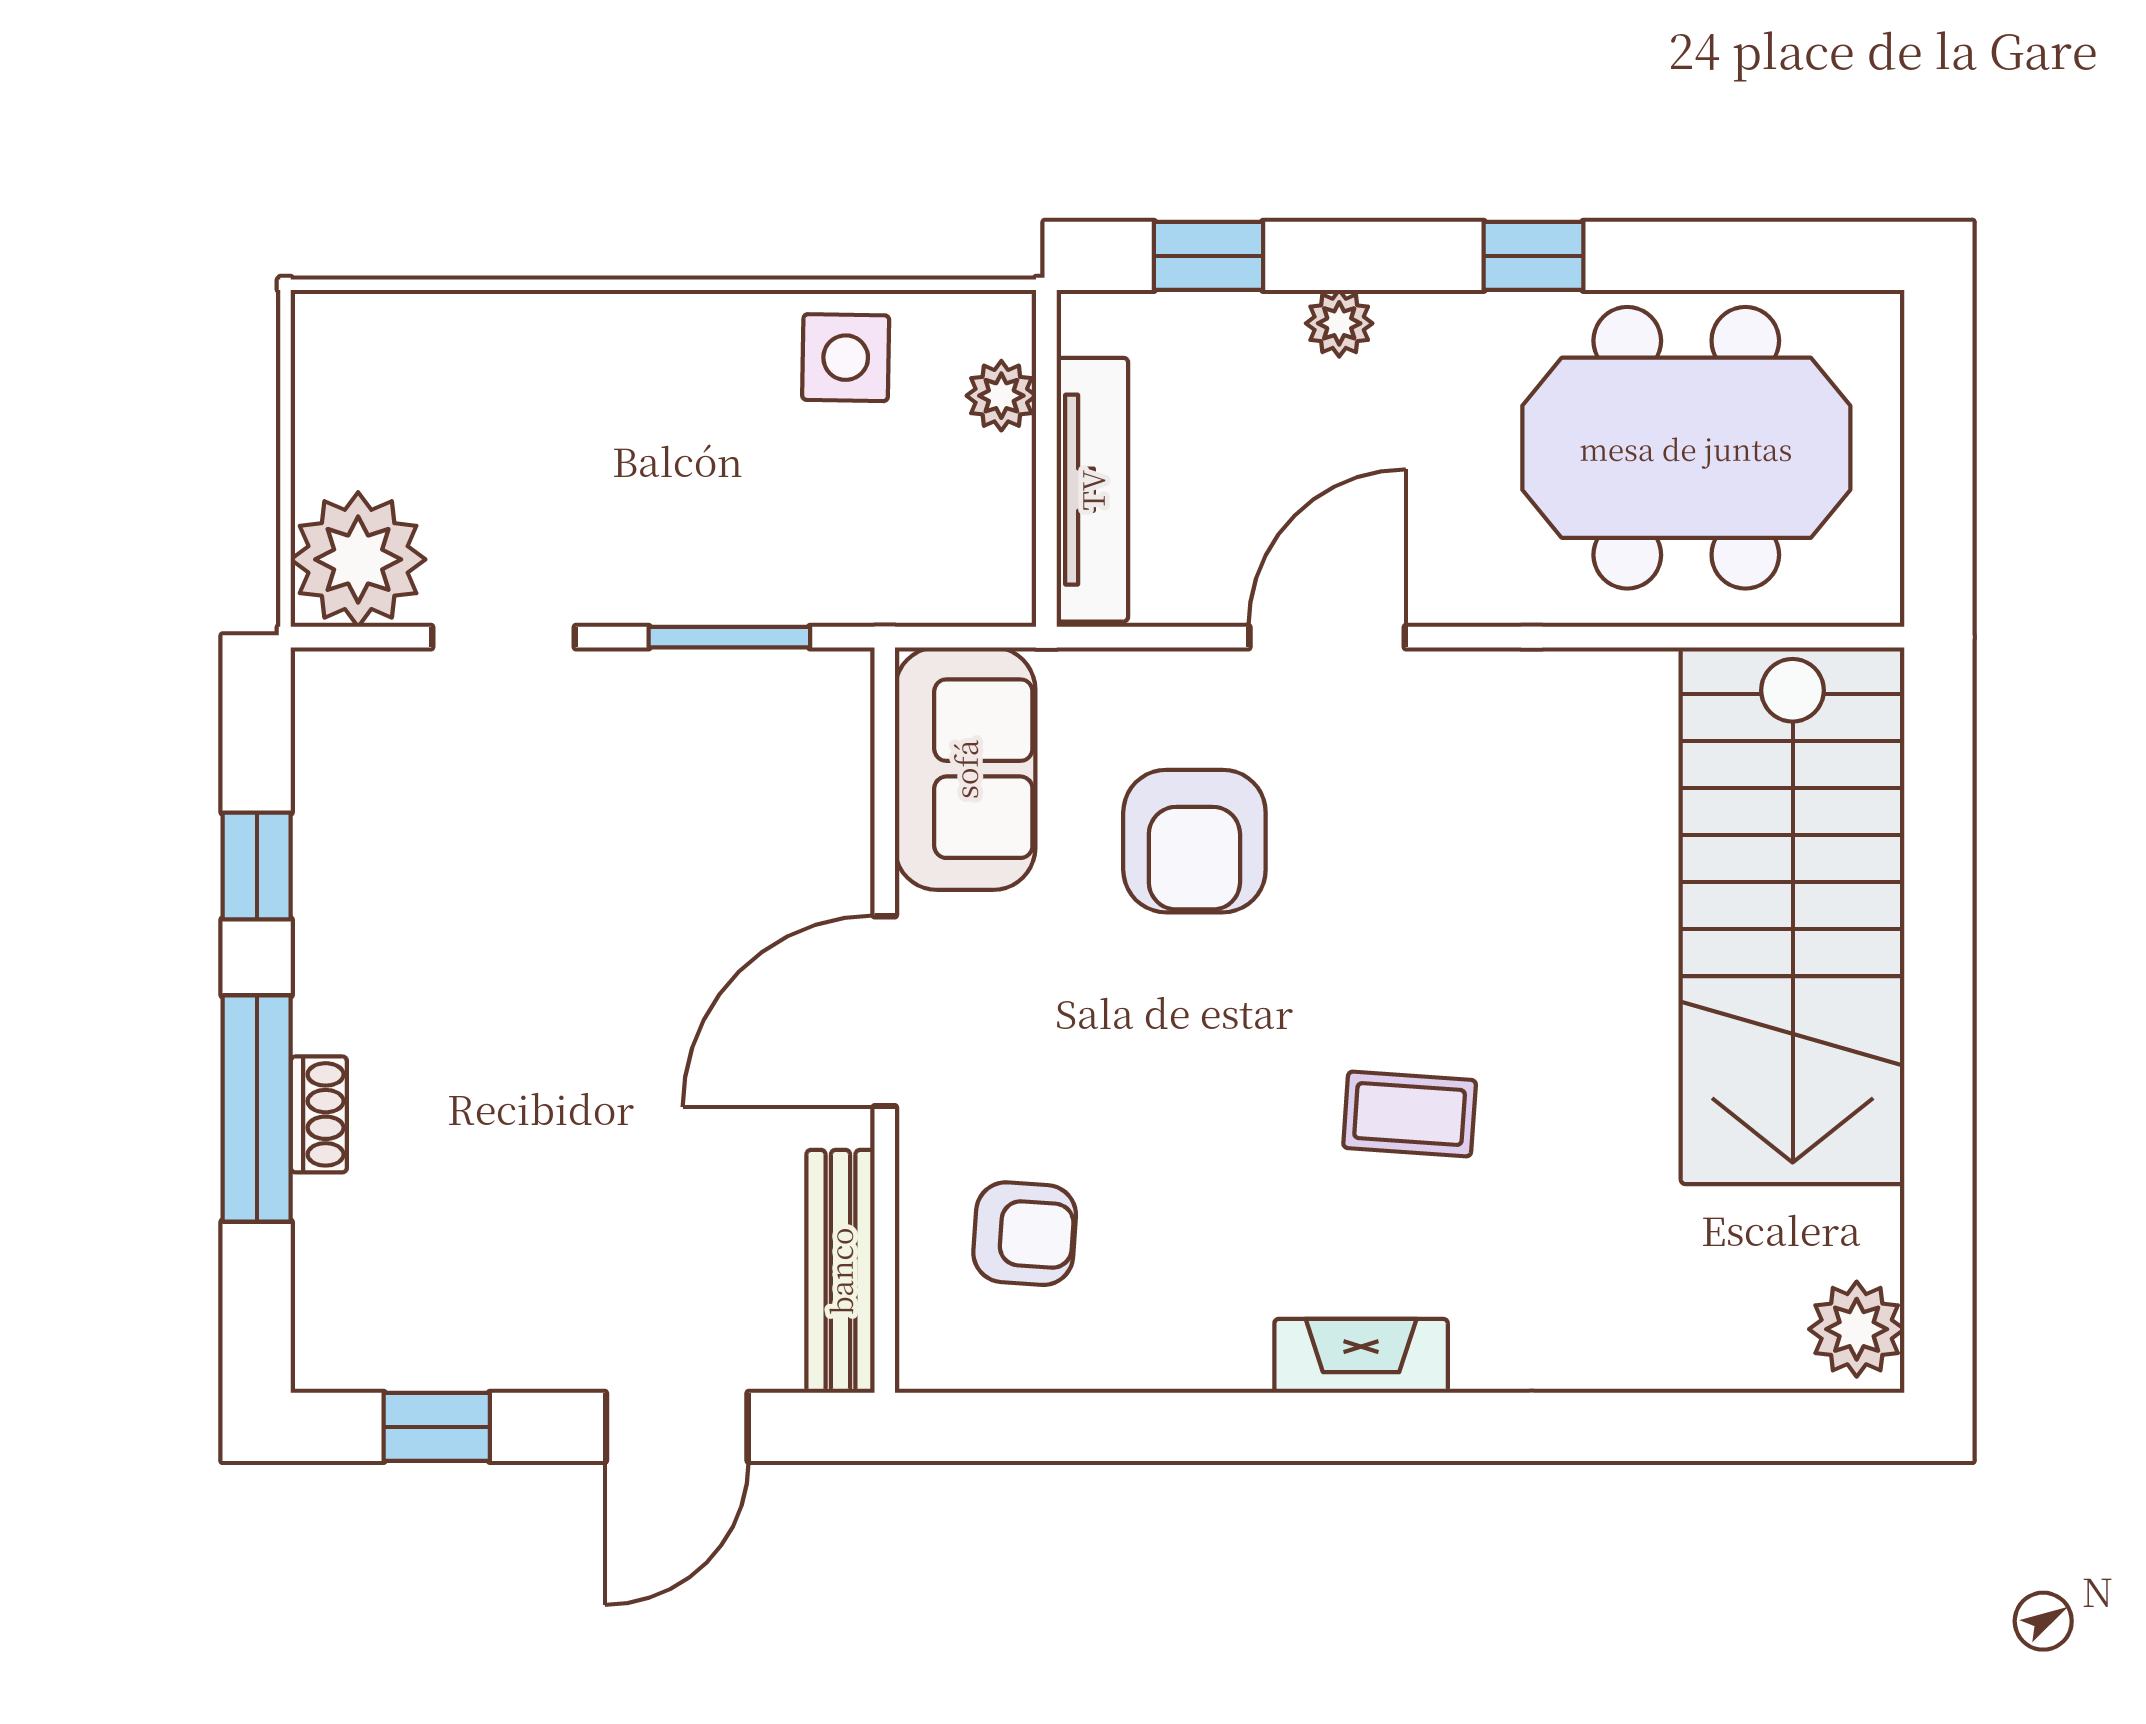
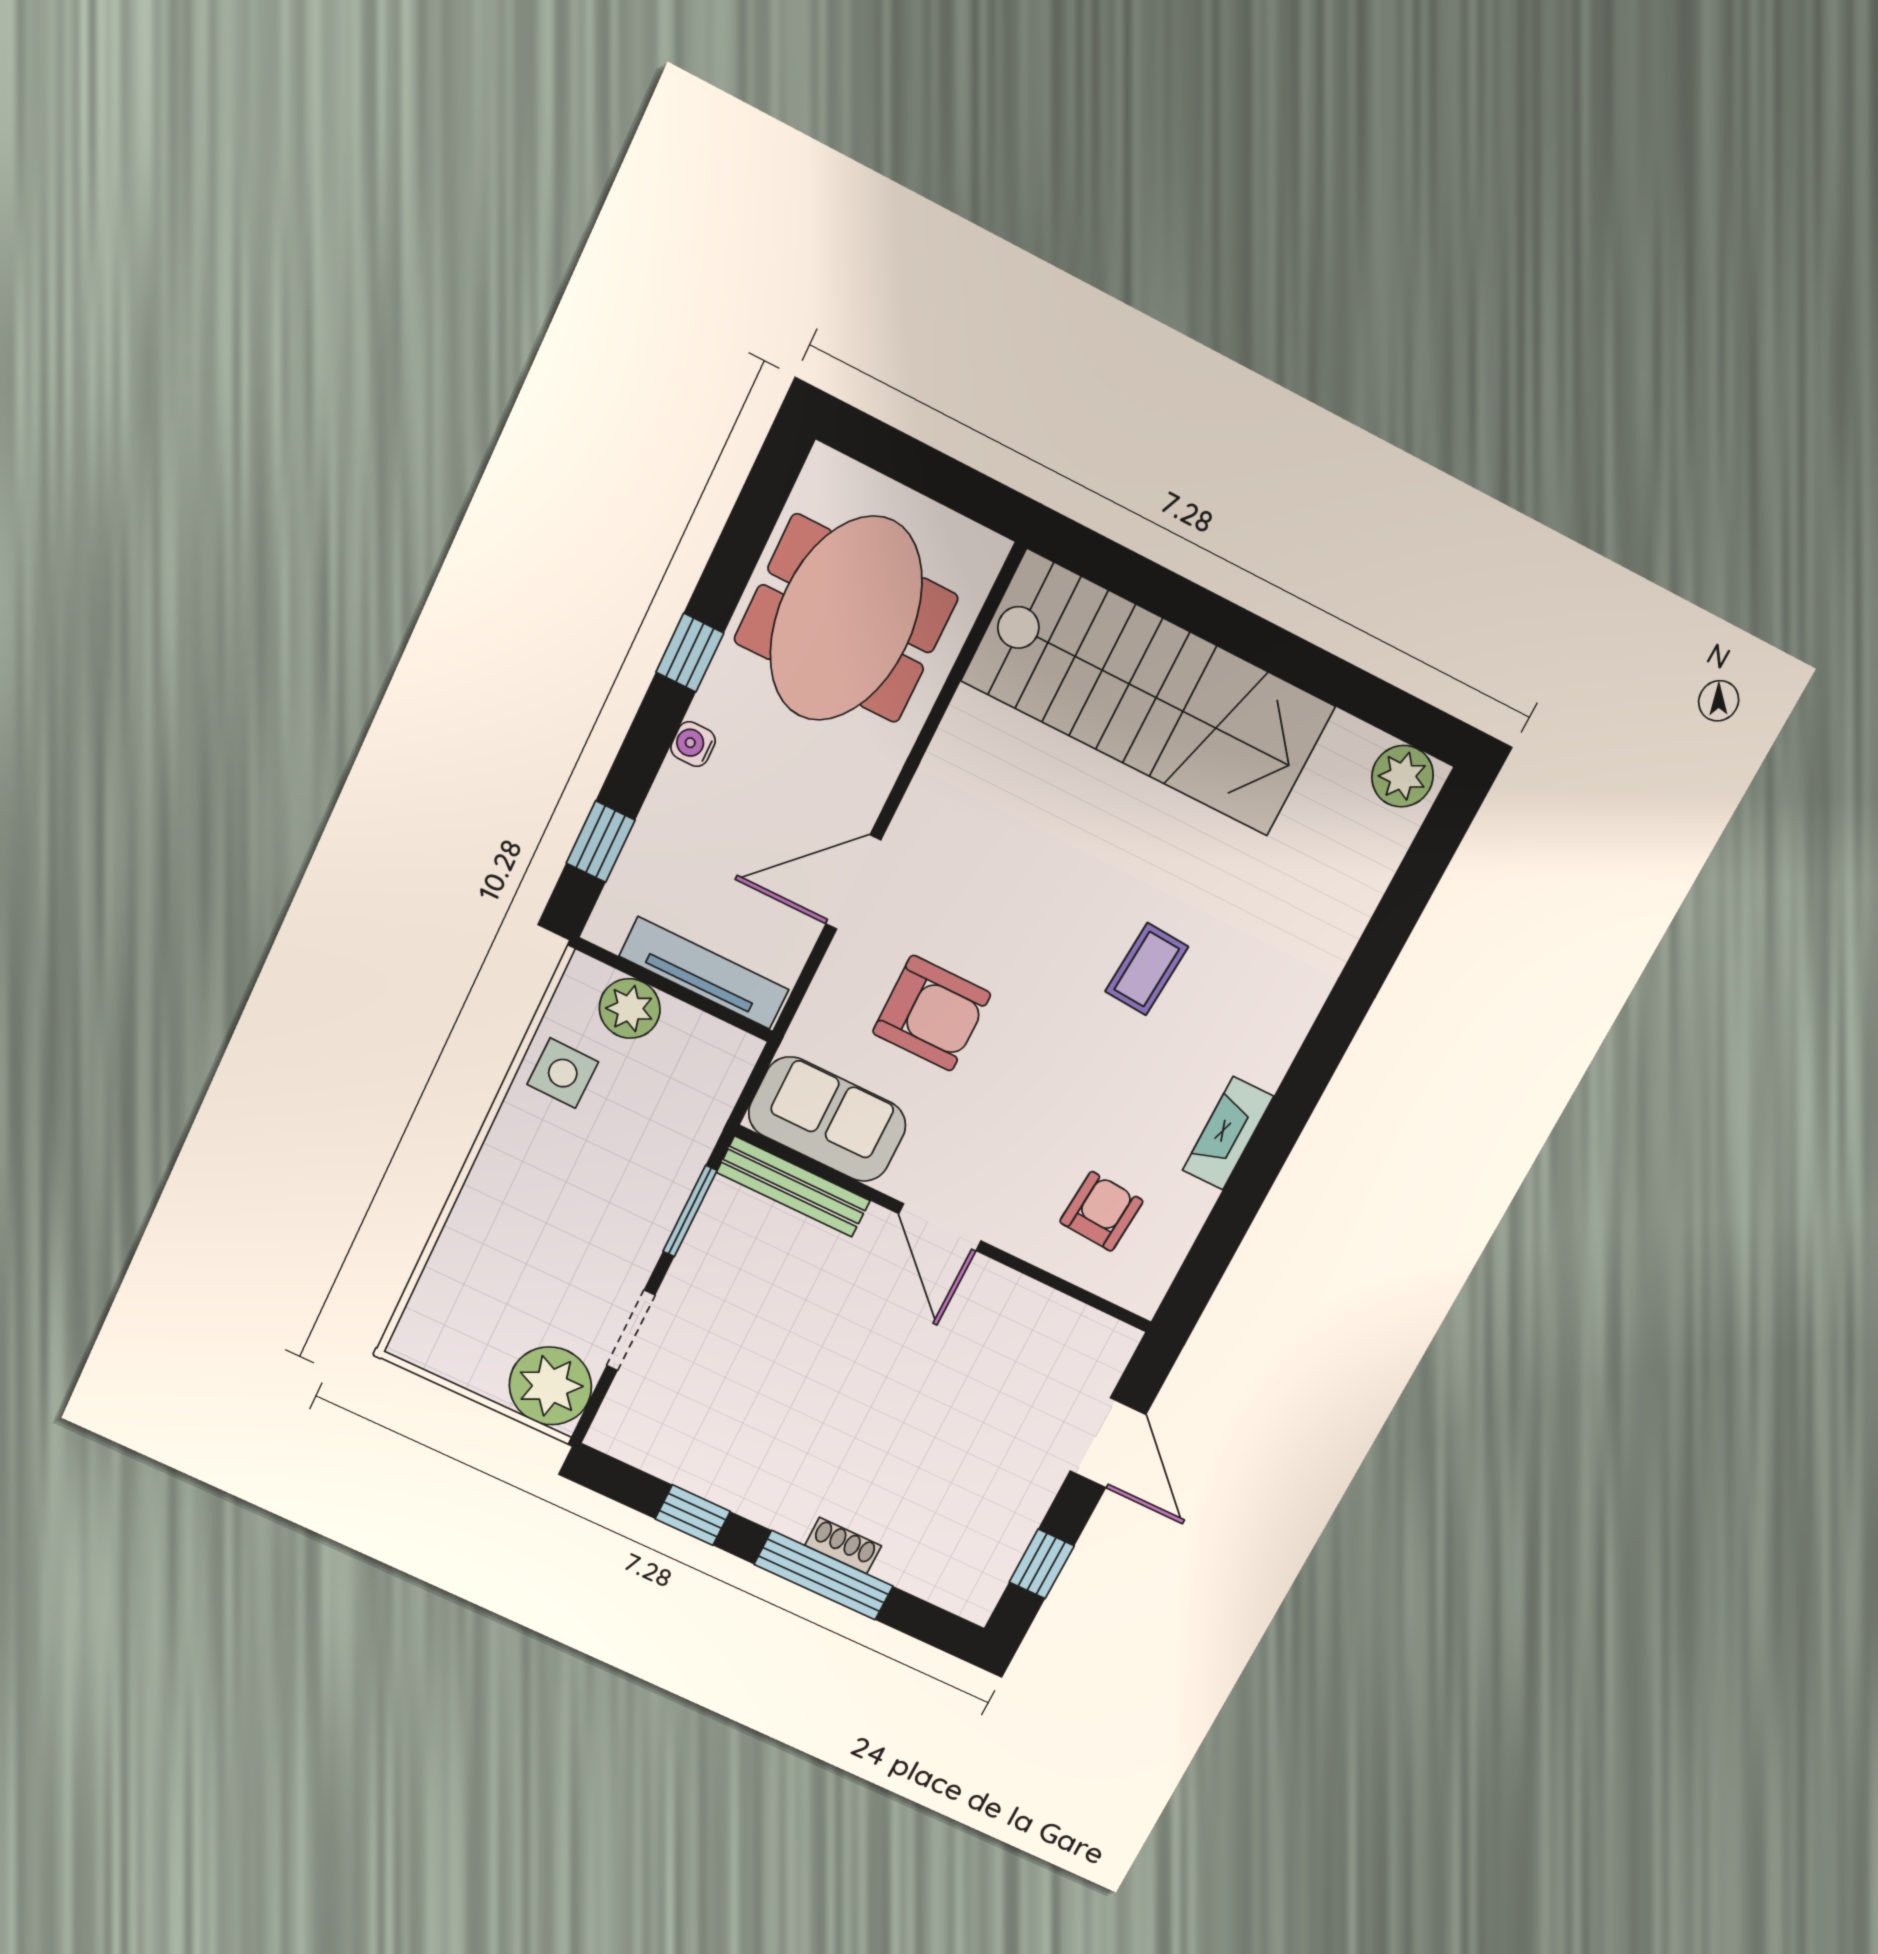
water cooler: (1410, 320) -> (693, 744), added
plant: (1339, 323) -> (675, 786), removed
plant: (1001, 396) -> (630, 1008), width x1.38, depth x1.38
door: (1327, 637) -> (853, 882), hinge flipped
door: (885, 1011) -> (940, 1227), width x0.73
bench: (840, 1271) -> (793, 1187), moved
fireplace: (1361, 1356) -> (1228, 1133), moved

